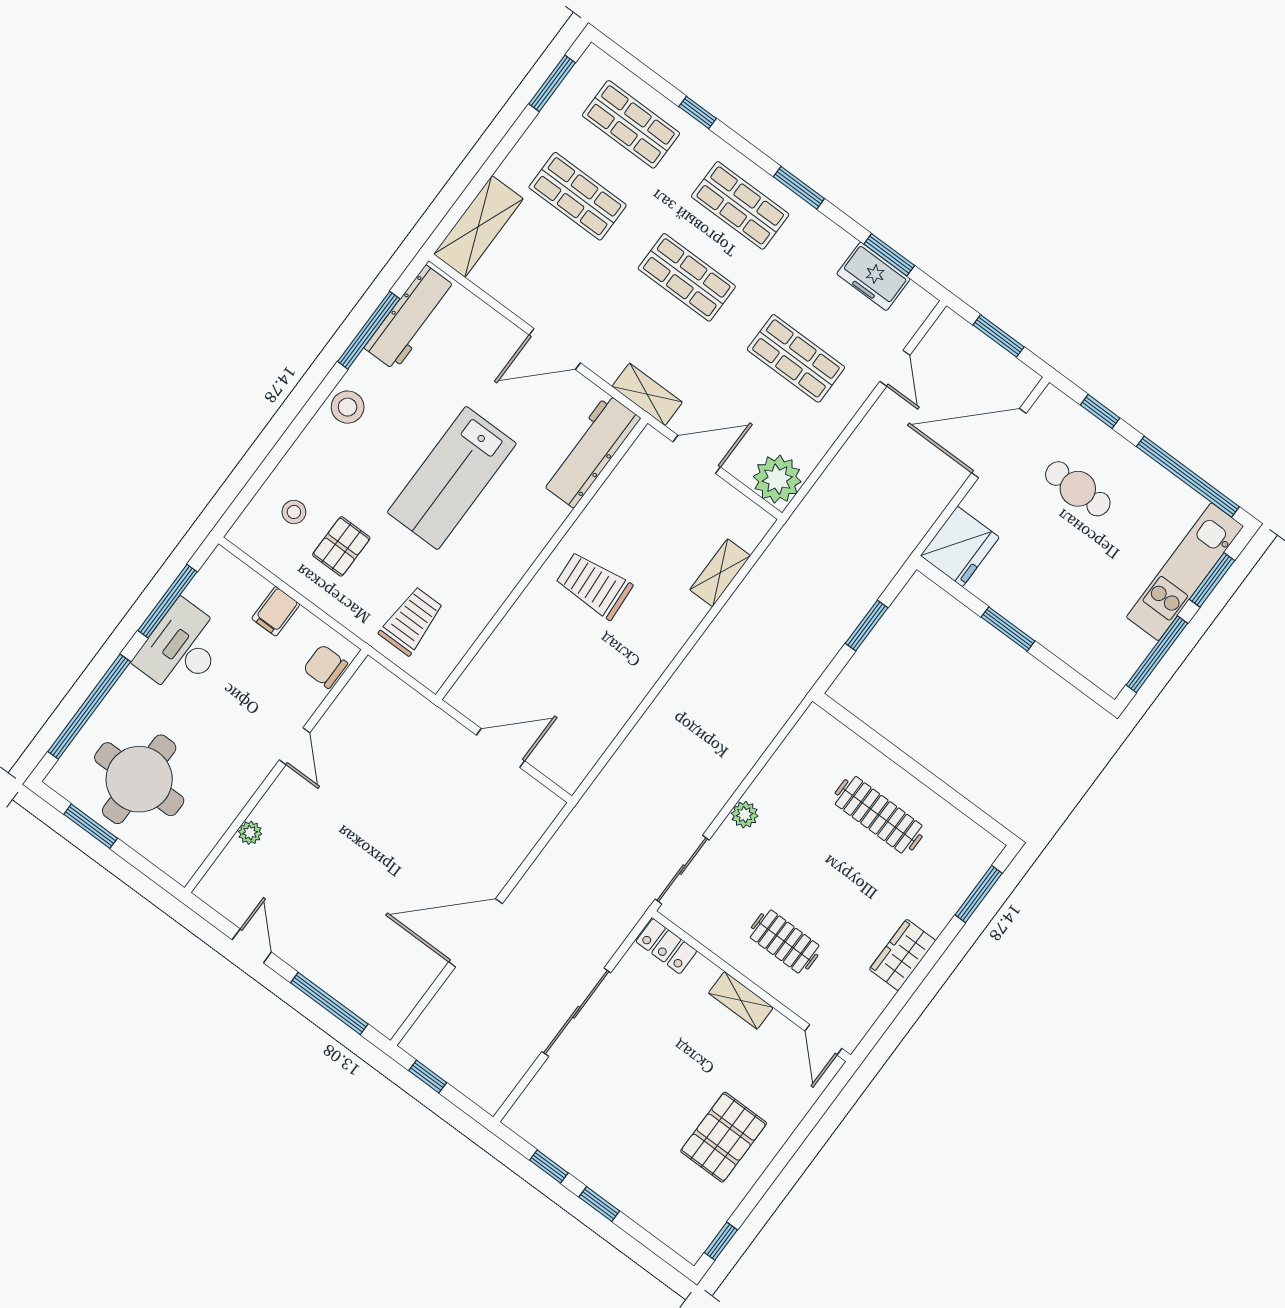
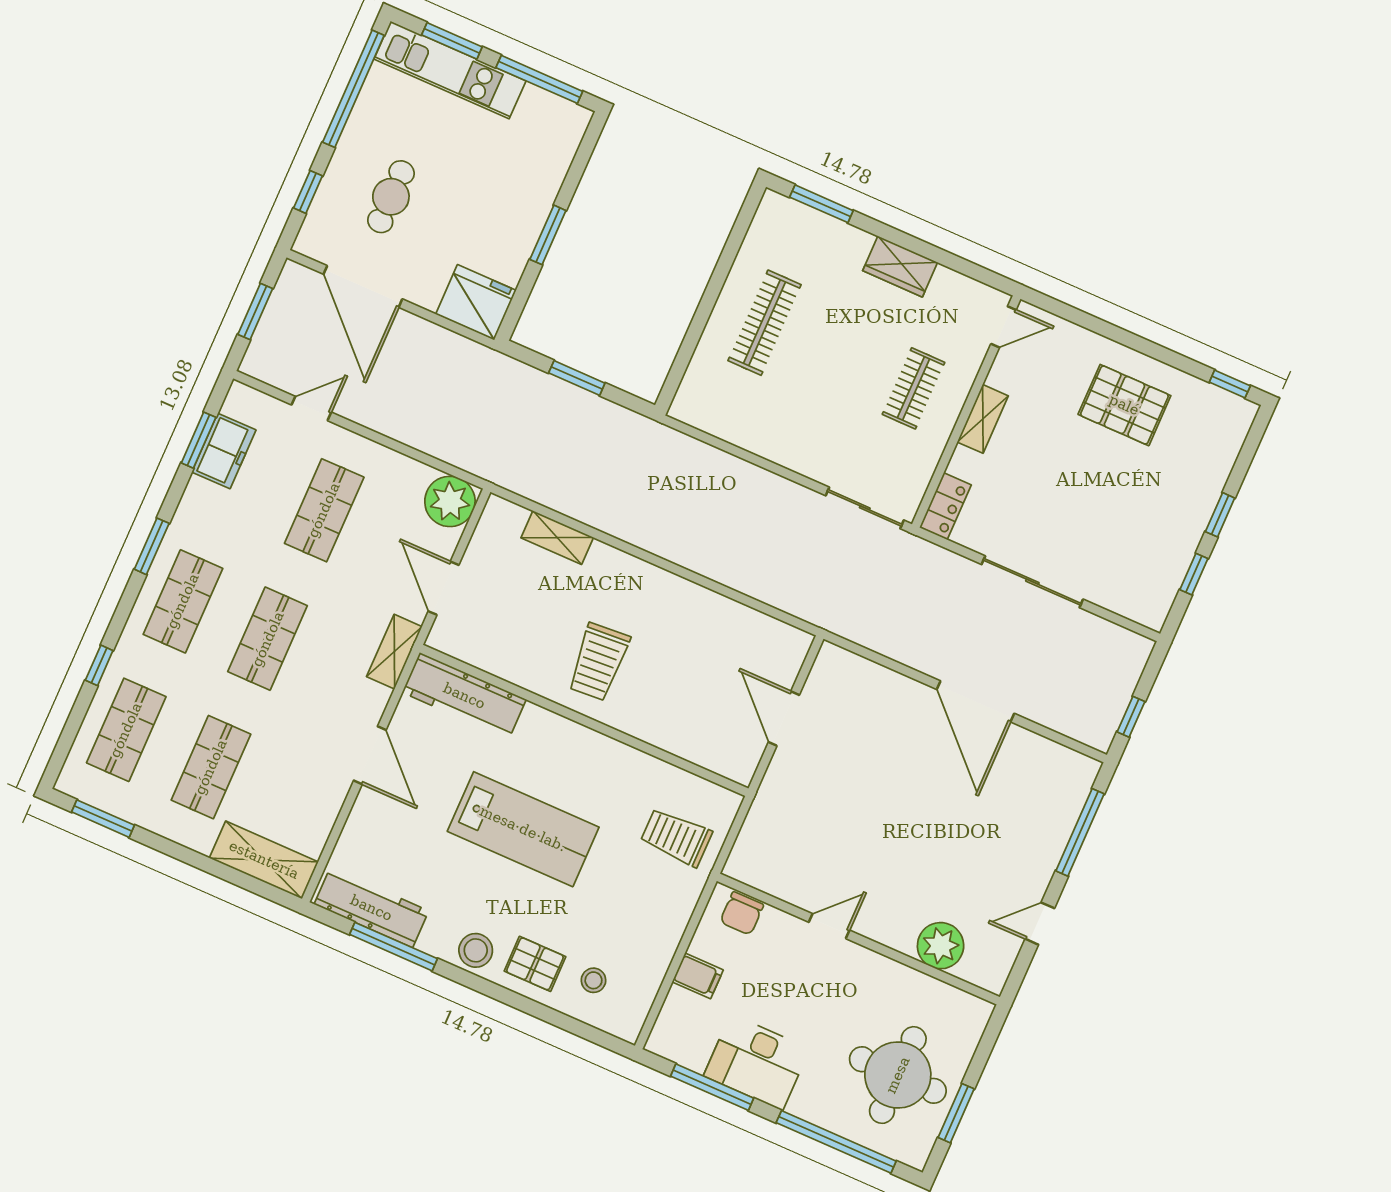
pallet: (341, 546) -> (535, 964), moved
plant: (745, 815) -> (795, 458), removed
plant: (250, 833) -> (941, 946), width x1.87, depth x1.87

